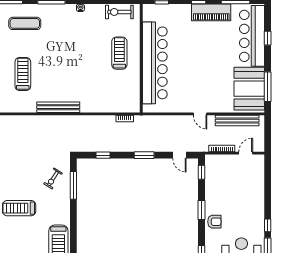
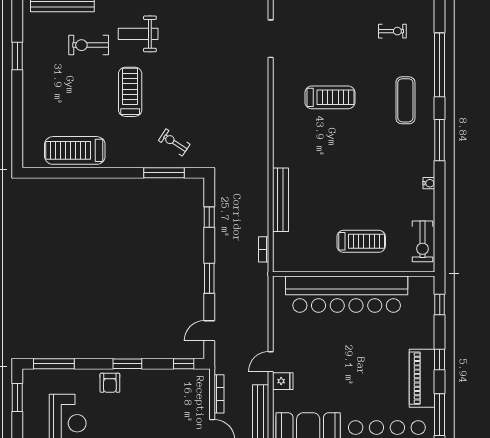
exercise bike: (119, 12) -> (422, 241), turned 180
fridge: (213, 106) -> (283, 381), added
bench: (58, 107) -> (281, 200), moved

